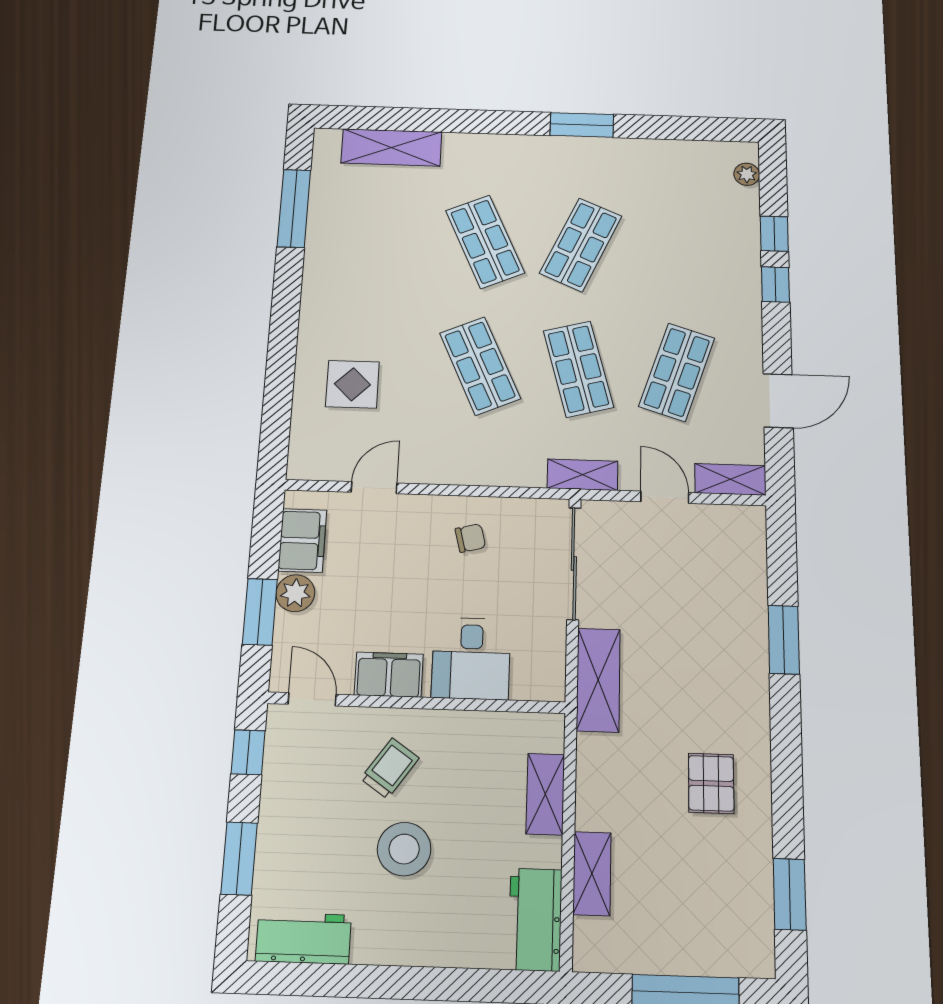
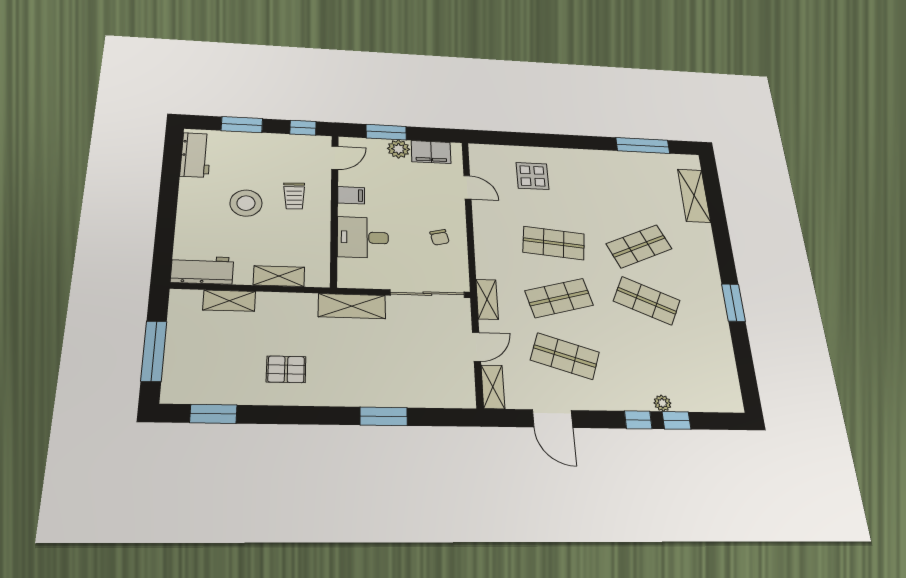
plant: (747, 174) -> (662, 403), moved
shop shelf: (480, 366) -> (554, 243), turned 30
filing cabinet: (389, 675) -> (351, 195), width x0.50
trolley: (390, 768) -> (294, 196), turned 53

